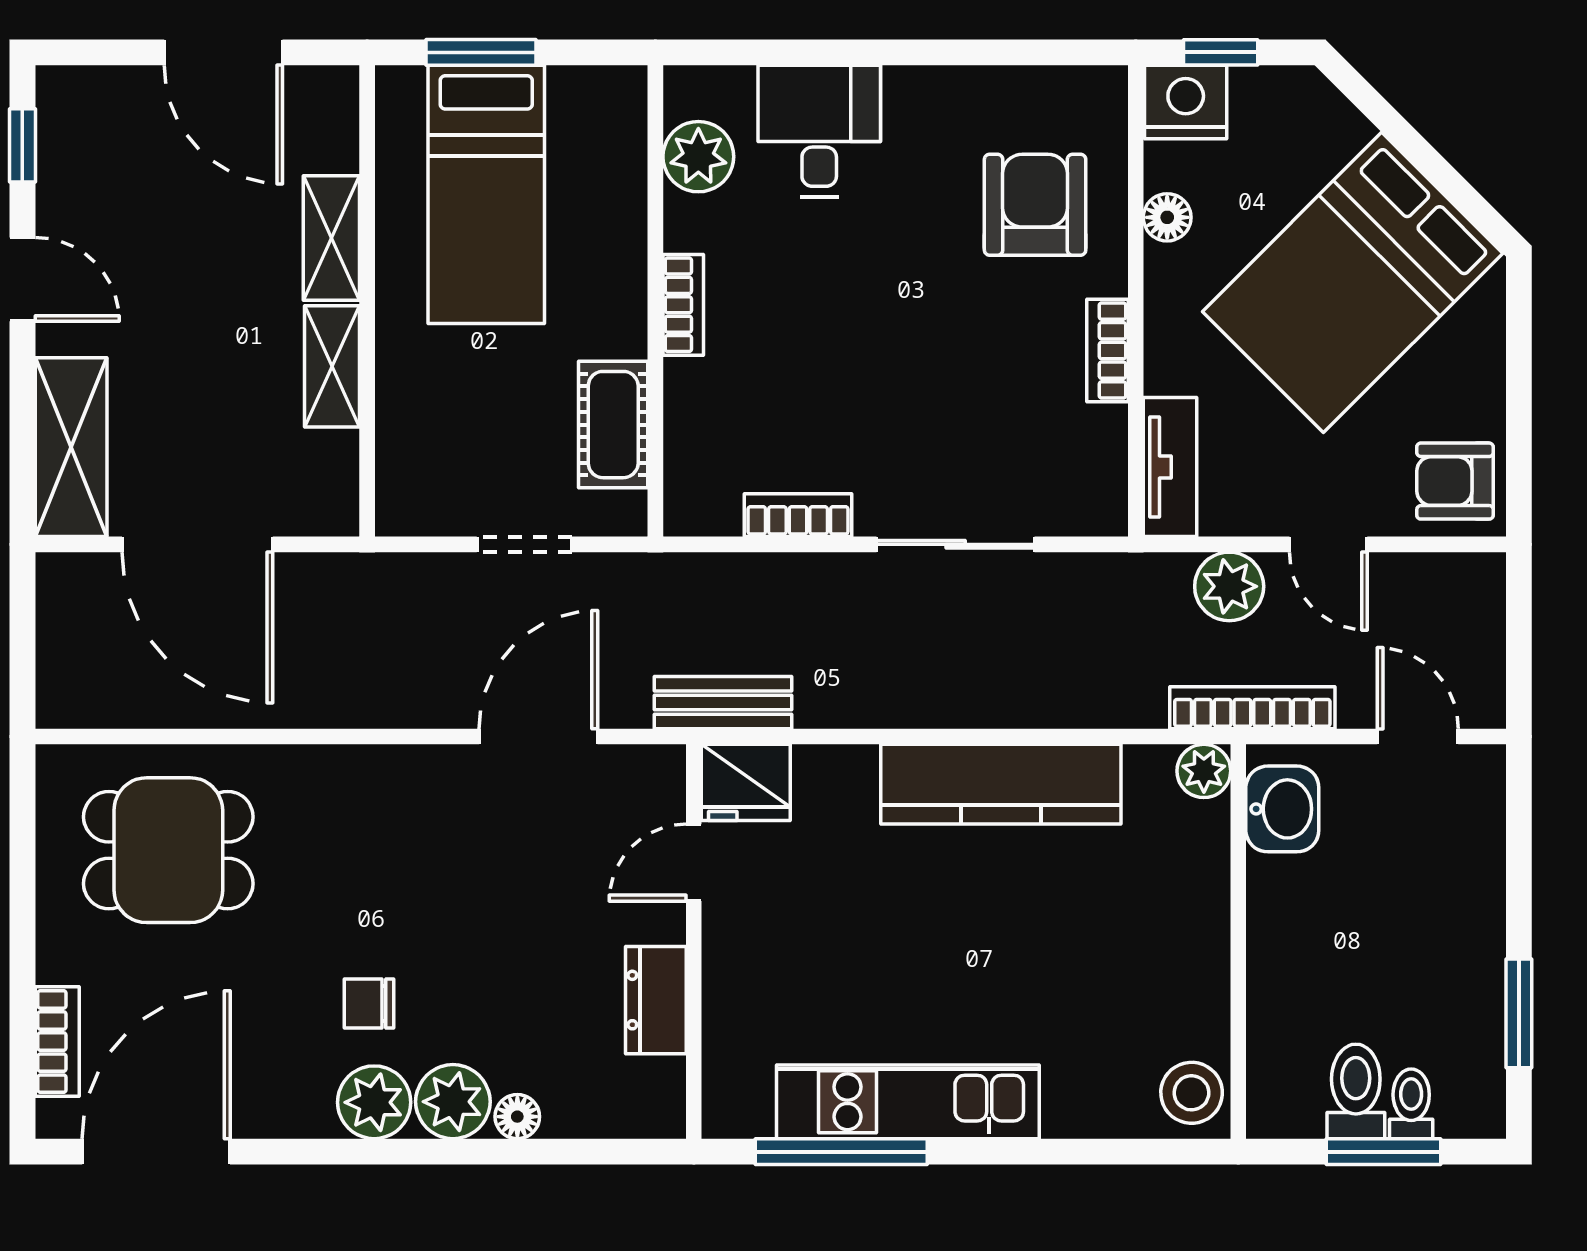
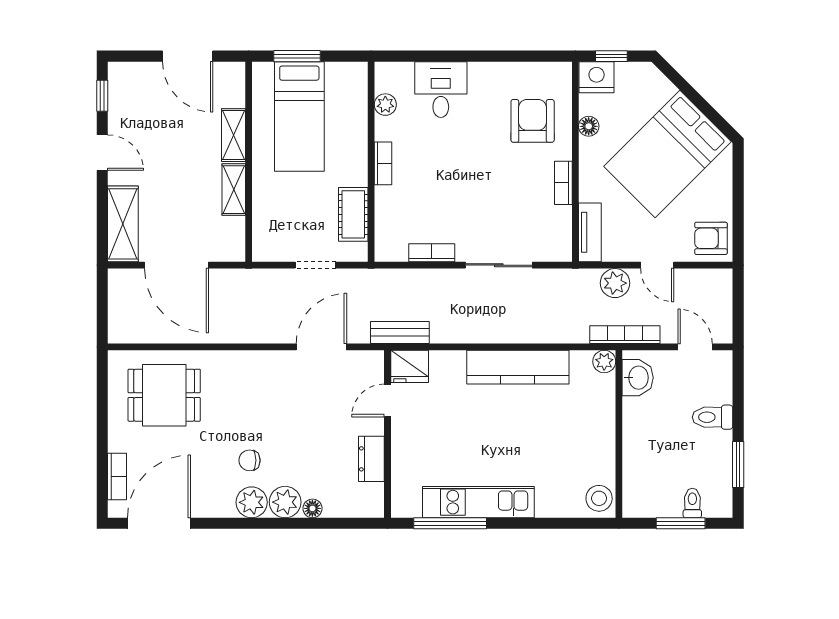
plant: (698, 157) -> (385, 105), width x0.73, depth x0.73
toilet: (1356, 1091) -> (713, 417), moved, turned -90

